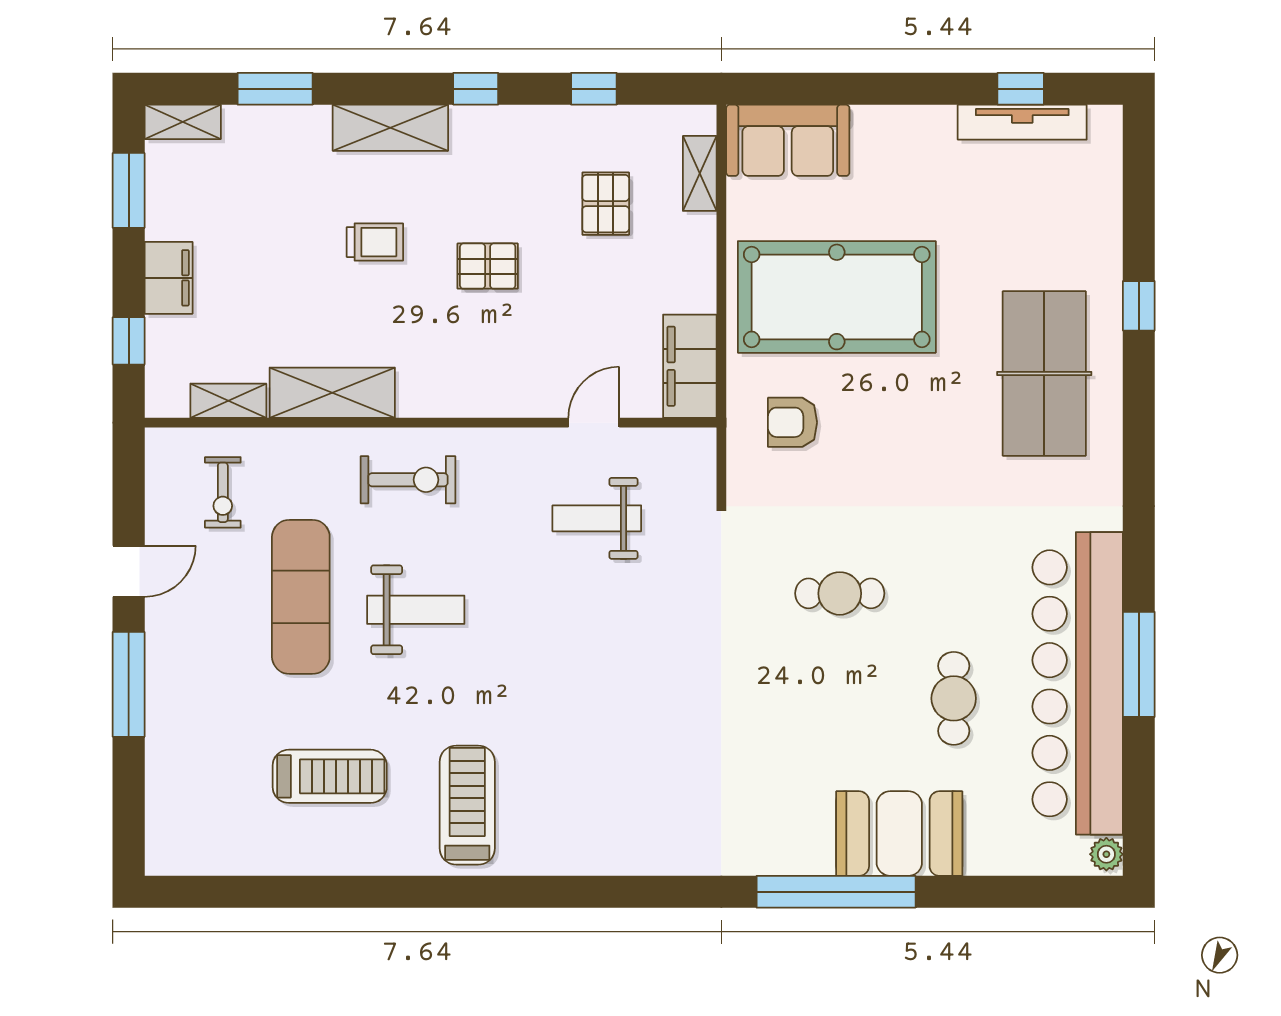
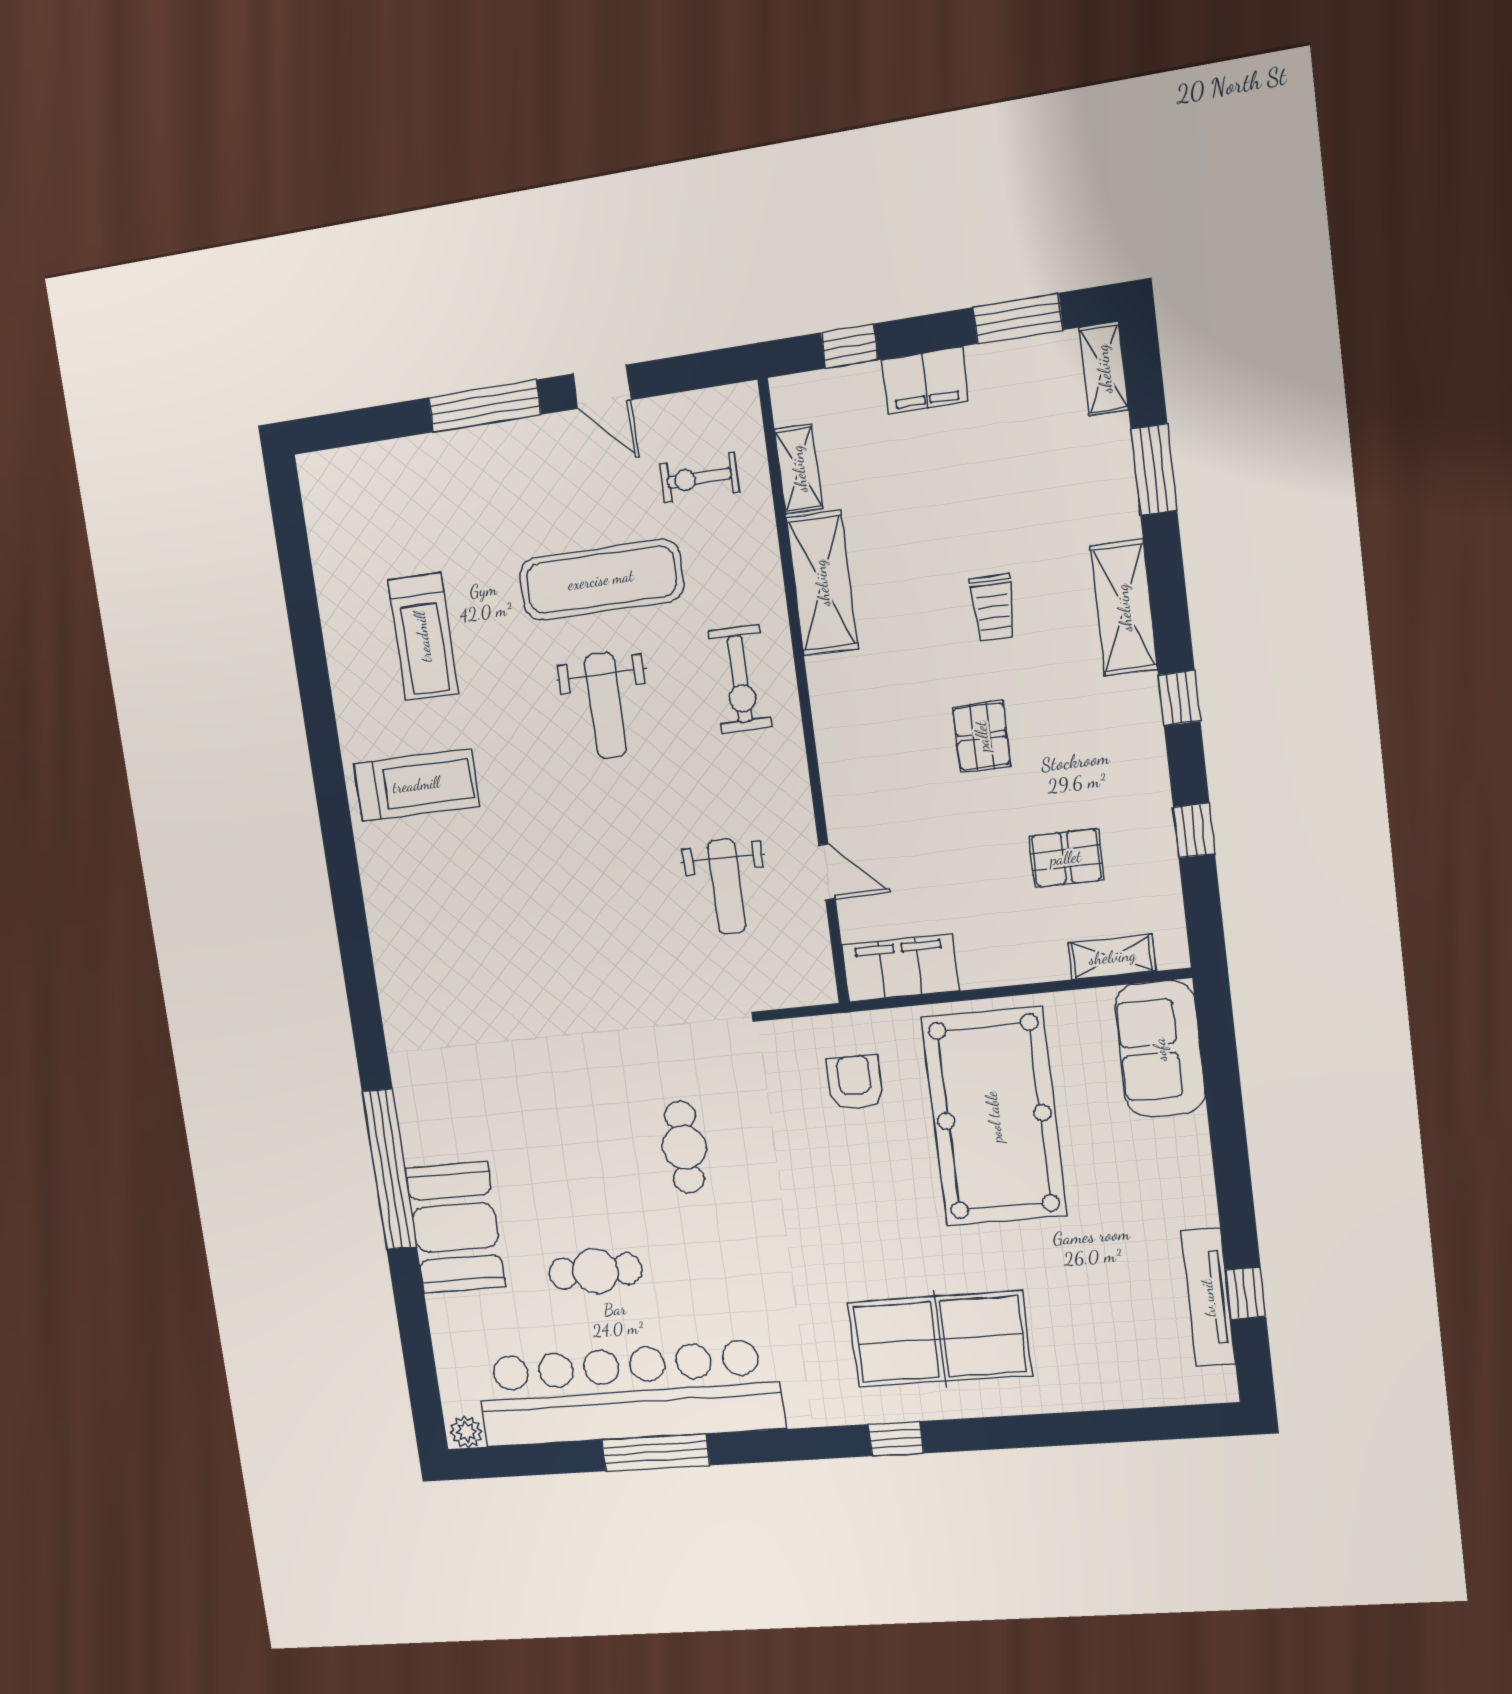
window: (1139, 306) -> (896, 1439), moved
weight bench: (597, 518) -> (727, 887), turned 180

